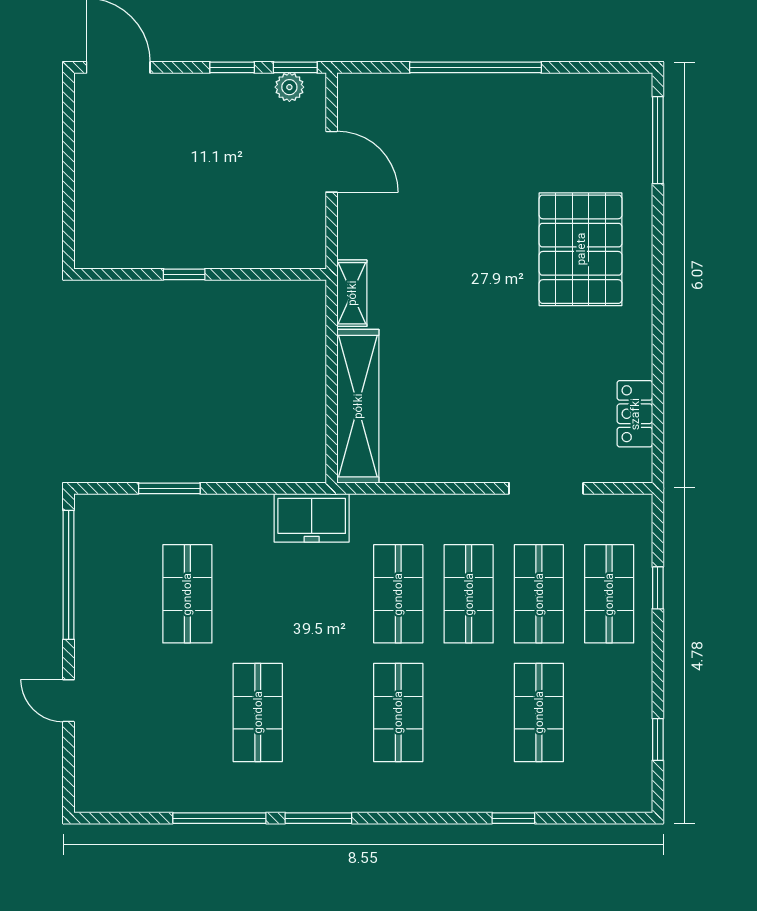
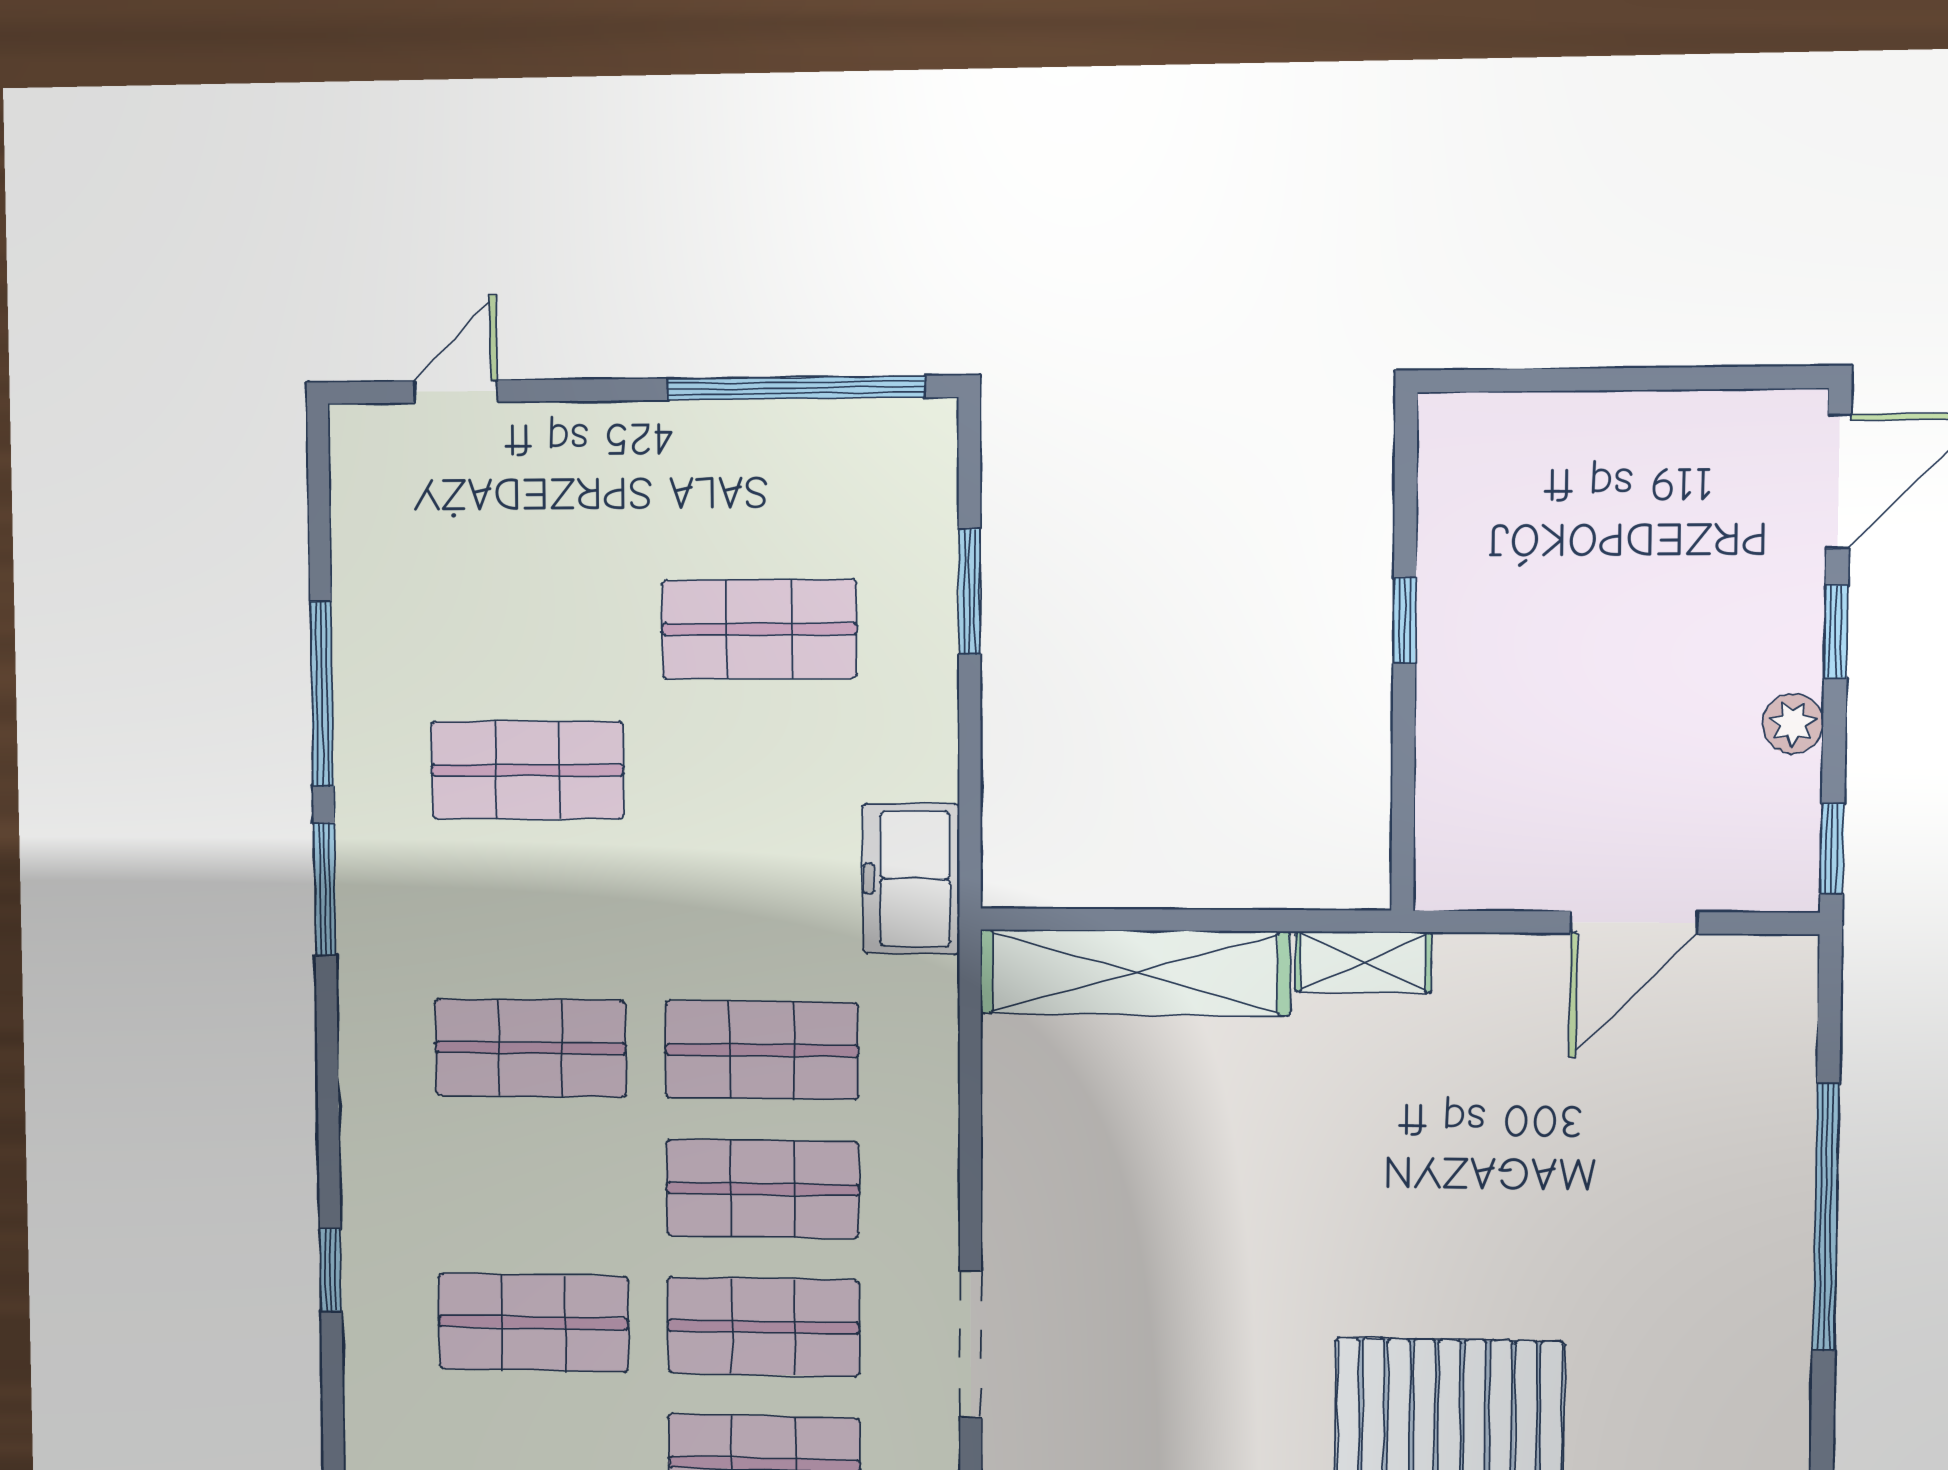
window: (232, 67) -> (1836, 632), moved
plant: (289, 87) -> (1793, 724), moved
door: (69, 701) -> (455, 392), moved

